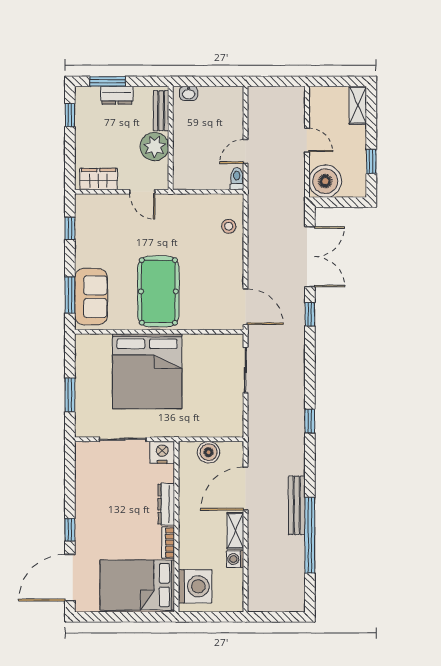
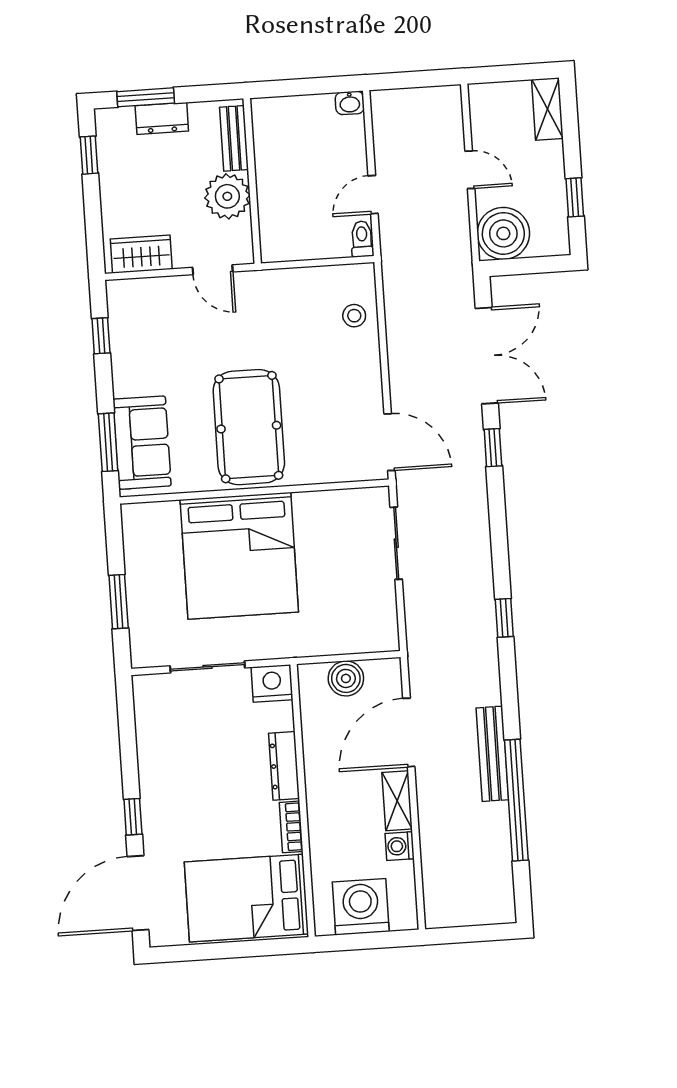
washbasin: (189, 93) -> (350, 103), moved
washing machine: (195, 586) -> (361, 907), moved, turned -90

